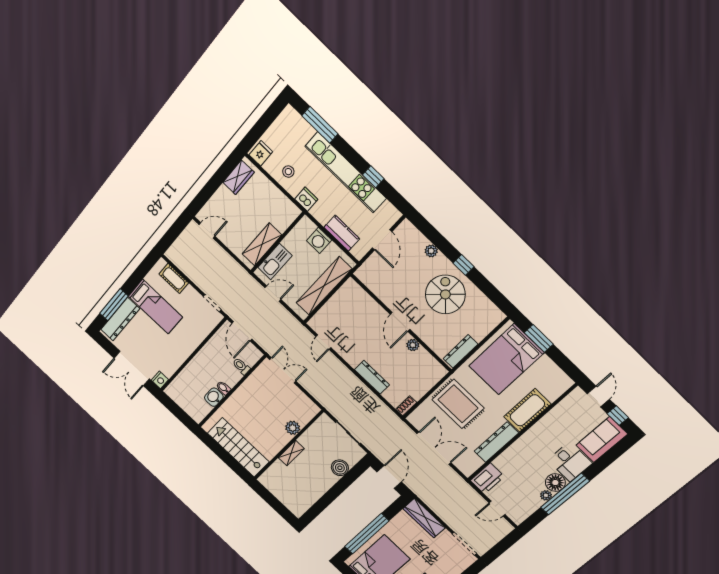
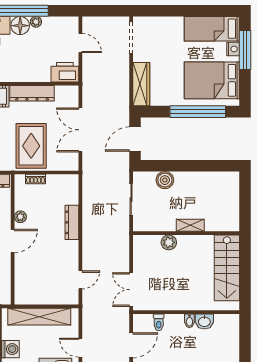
shoe rack: (406, 406) -> (36, 179), moved

